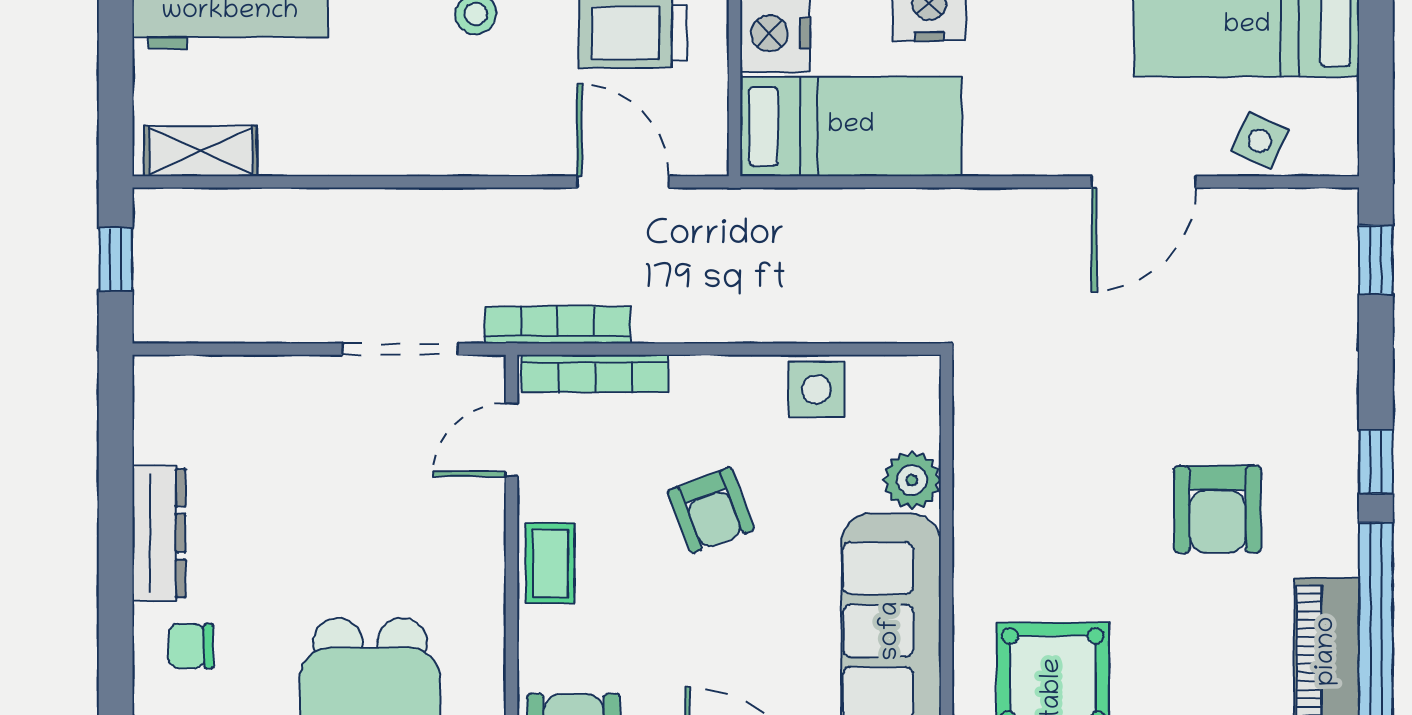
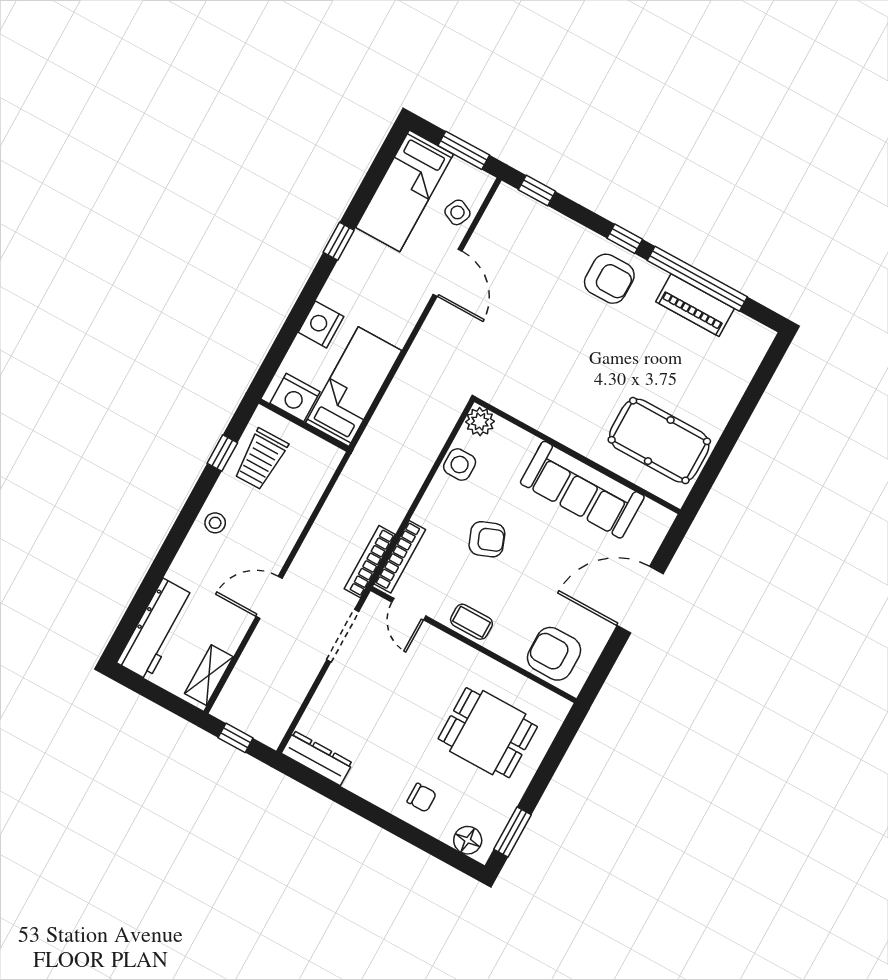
window: (1376, 91) -> (464, 150), added
door: (623, 182) -> (269, 597), moved
plant: (912, 480) -> (480, 422), moved
armchair: (1218, 509) -> (609, 279), moved
dresser: (159, 533) -> (317, 758), moved
chair: (191, 646) -> (422, 798), turned -90

